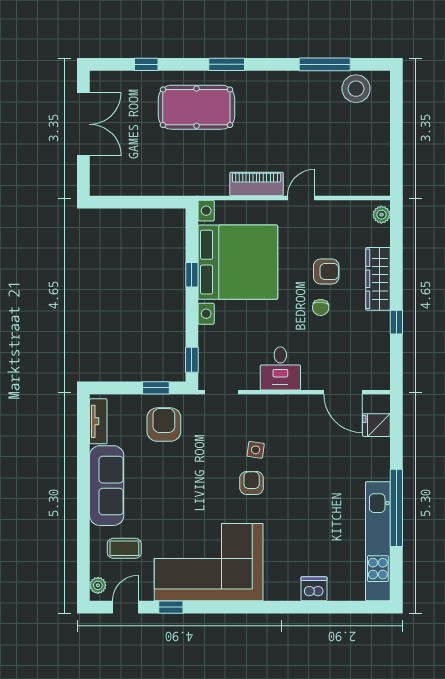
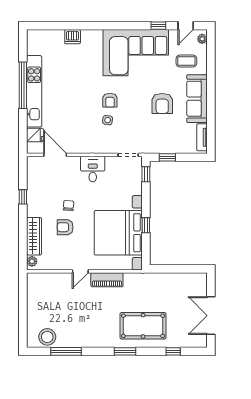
wardrobe: (378, 279) -> (34, 236), moved
armchair: (164, 425) -> (162, 103), moved
kitchen unit: (378, 541) -> (34, 91), moved

